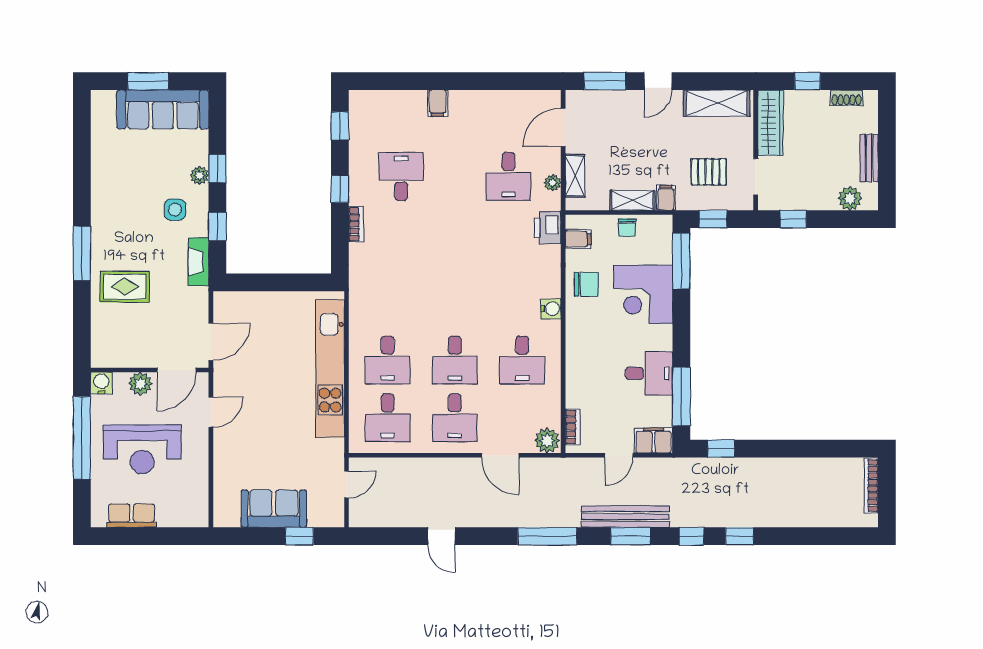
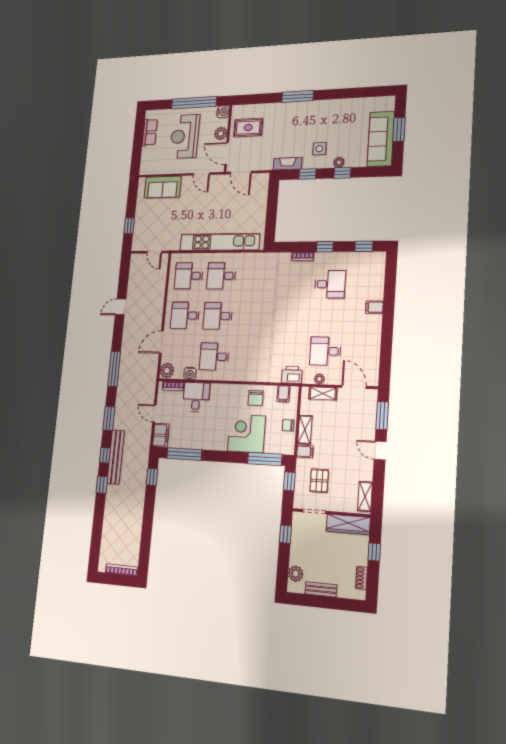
shelving: (717, 103) -> (365, 496), width x0.67, depth x0.75
rug: (125, 287) -> (248, 128), moved, turned 90
water cooler: (551, 309) -> (190, 373), moved
desk: (649, 373) -> (196, 397), moved, turned 180
sofa: (274, 509) -> (163, 187), moved, turned 90
bench: (625, 517) -> (116, 457), moved

